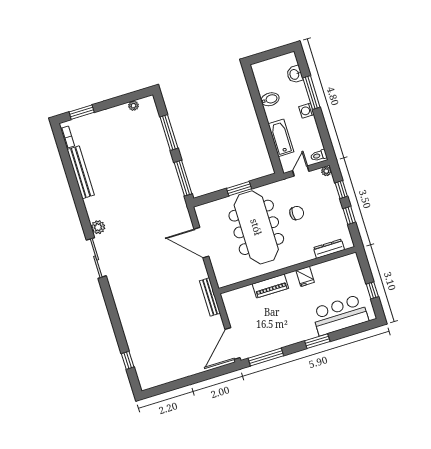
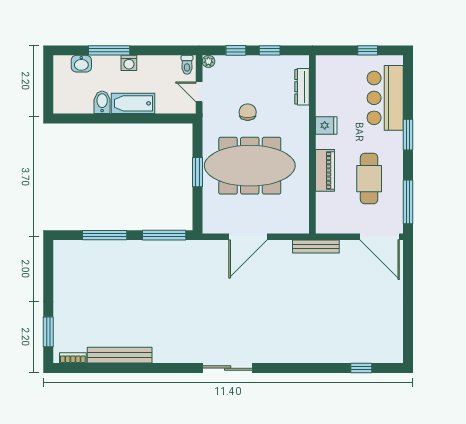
plant: (133, 106) -> (59, 268), removed
bathtub: (281, 138) -> (133, 103), moved
plant: (98, 227) -> (192, 354), removed
cafe table: (275, 322) -> (369, 179), added

